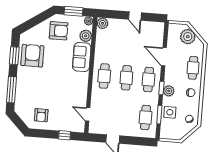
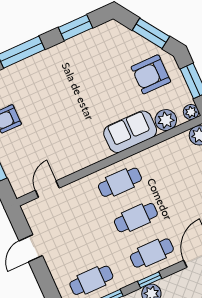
window: (38, 19) -> (151, 33), added
armchair: (59, 31) -> (151, 74), turned 90
armchair: (32, 56) -> (91, 55), removed

